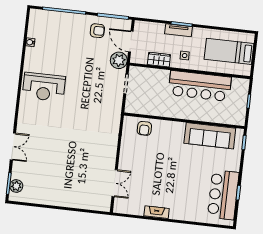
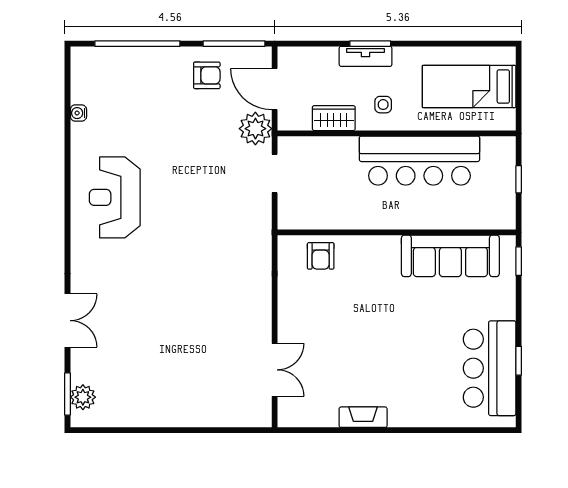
reception desk: (44, 87) -> (115, 197), turned 90

